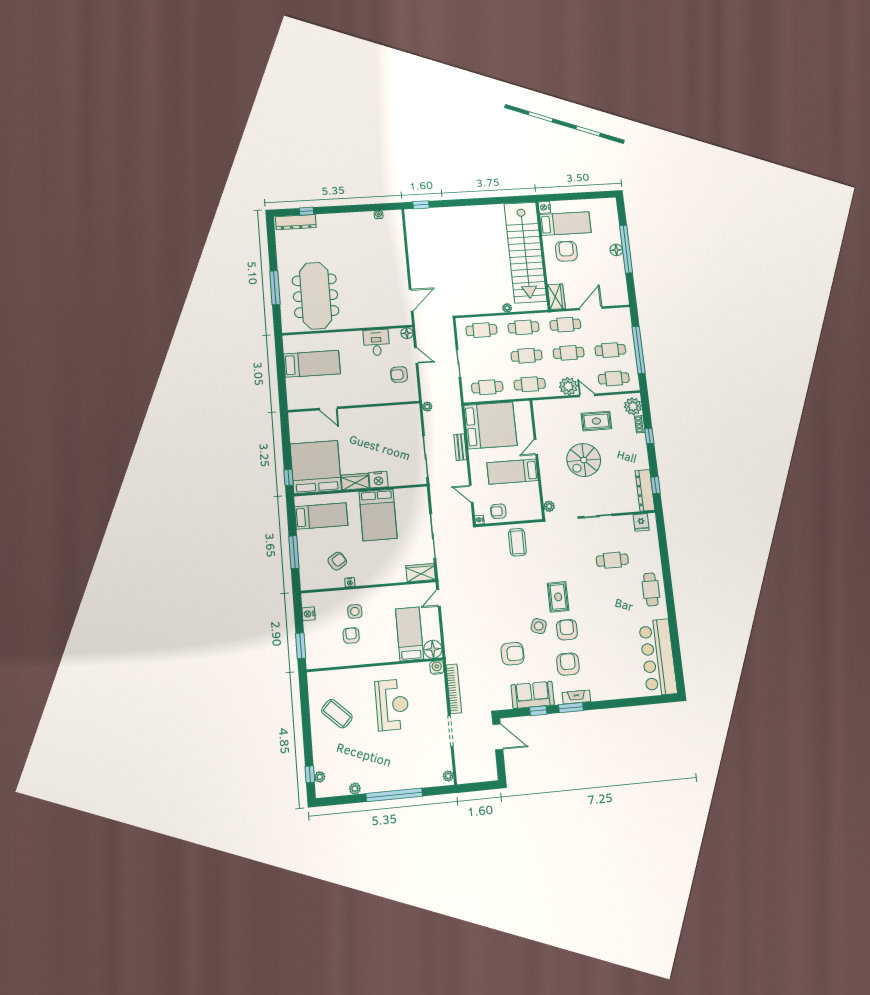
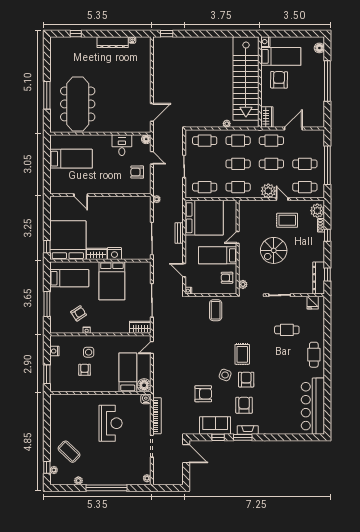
dresser: (296, 222) -> (113, 42), moved
floor lamp: (616, 250) -> (319, 48), moved
armchair: (498, 511) -> (227, 278), moved
coffee table: (337, 714) -> (69, 452), moved

